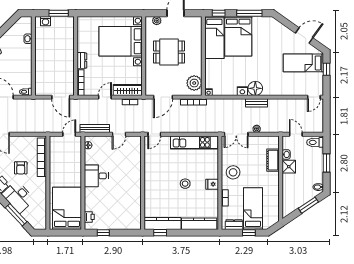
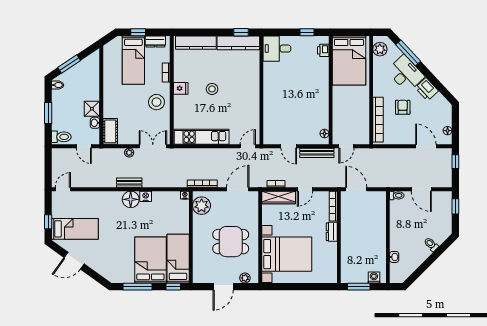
door: (119, 134) -> (289, 146), swing flipped
cot: (273, 160) -> (110, 131), moved
desk: (96, 176) -> (277, 49), moved, turned 180
plant: (40, 218) -> (380, 49), added

